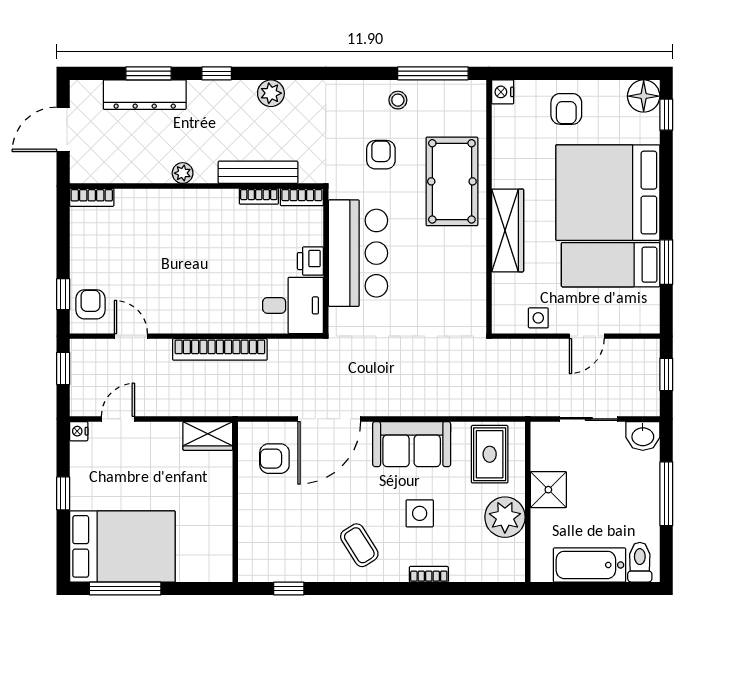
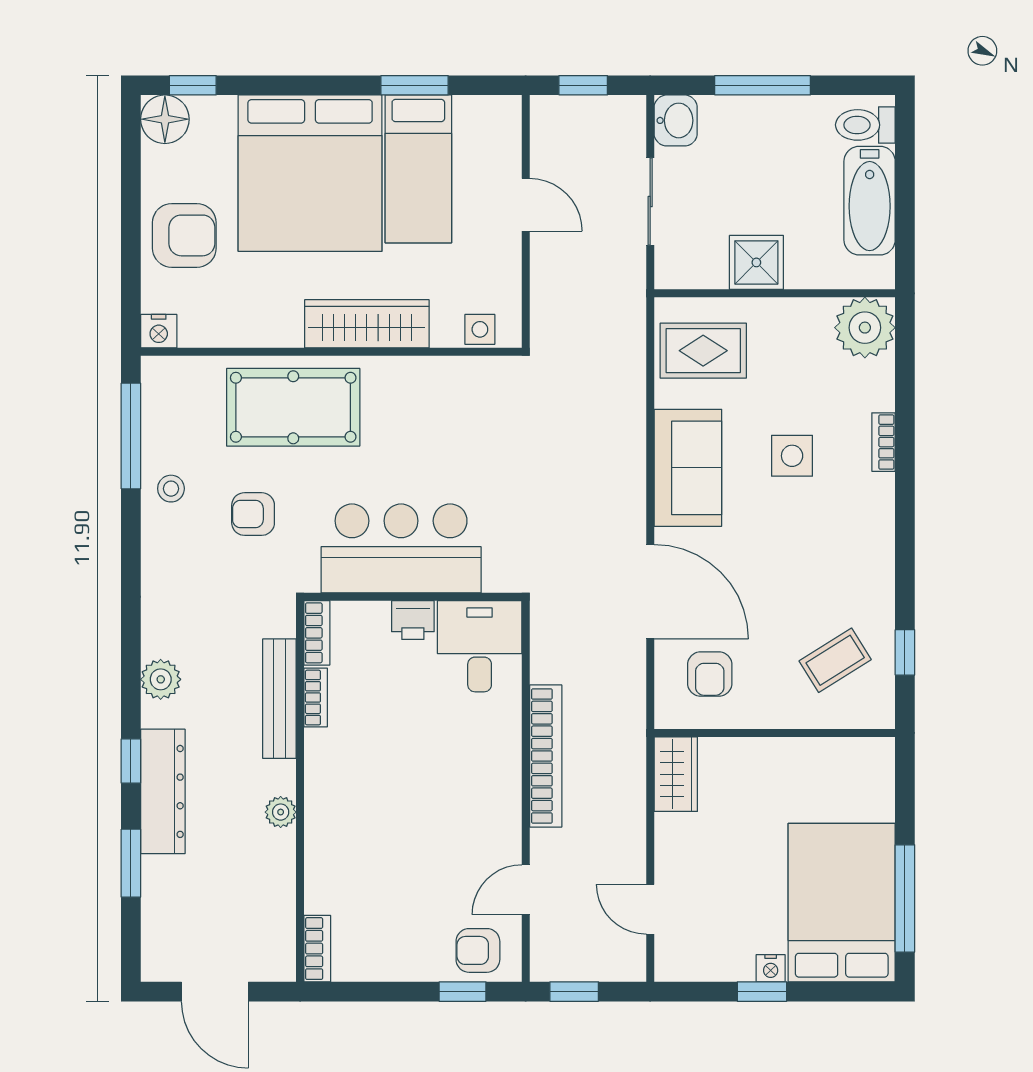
dresser: (145, 95) -> (163, 791), moved
armchair: (566, 109) -> (184, 235), width x1.38, depth x1.38
side table: (538, 318) -> (480, 329), moved
nightstand: (79, 431) -> (771, 968), moved
plant: (505, 517) -> (865, 328), moved
coffee table: (359, 545) -> (835, 660), moved

